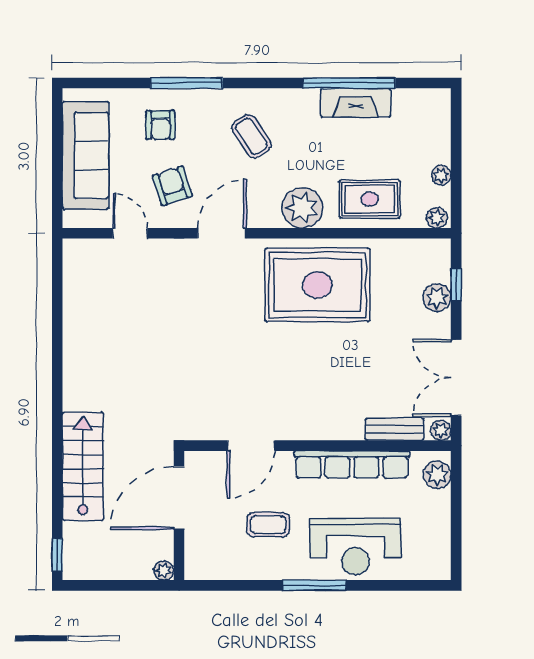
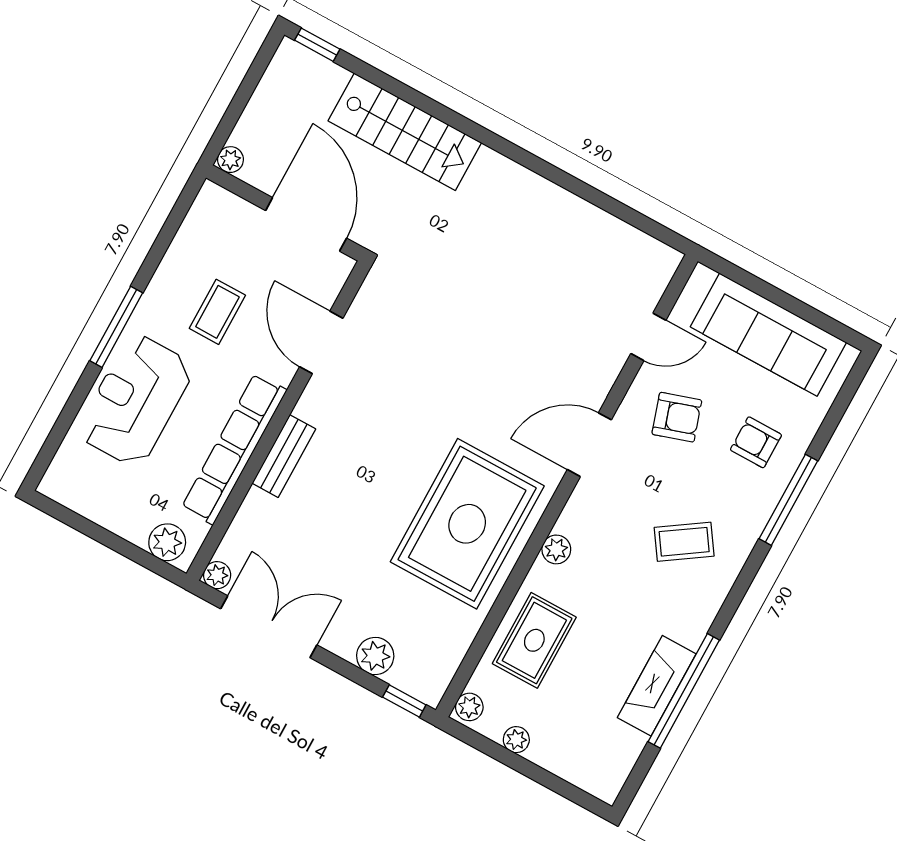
plant: (302, 208) -> (556, 549), width x0.53, depth x0.53
door: (222, 233) -> (589, 445), swing flipped
window: (456, 285) -> (404, 701), moved
bench: (395, 429) -> (284, 456), moved

